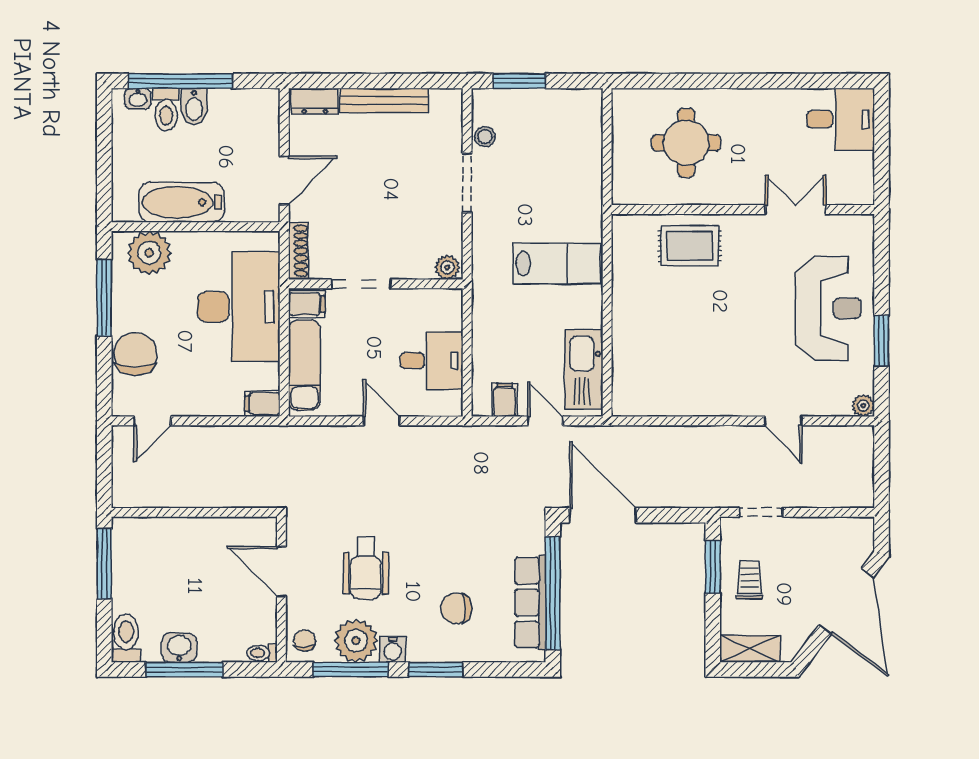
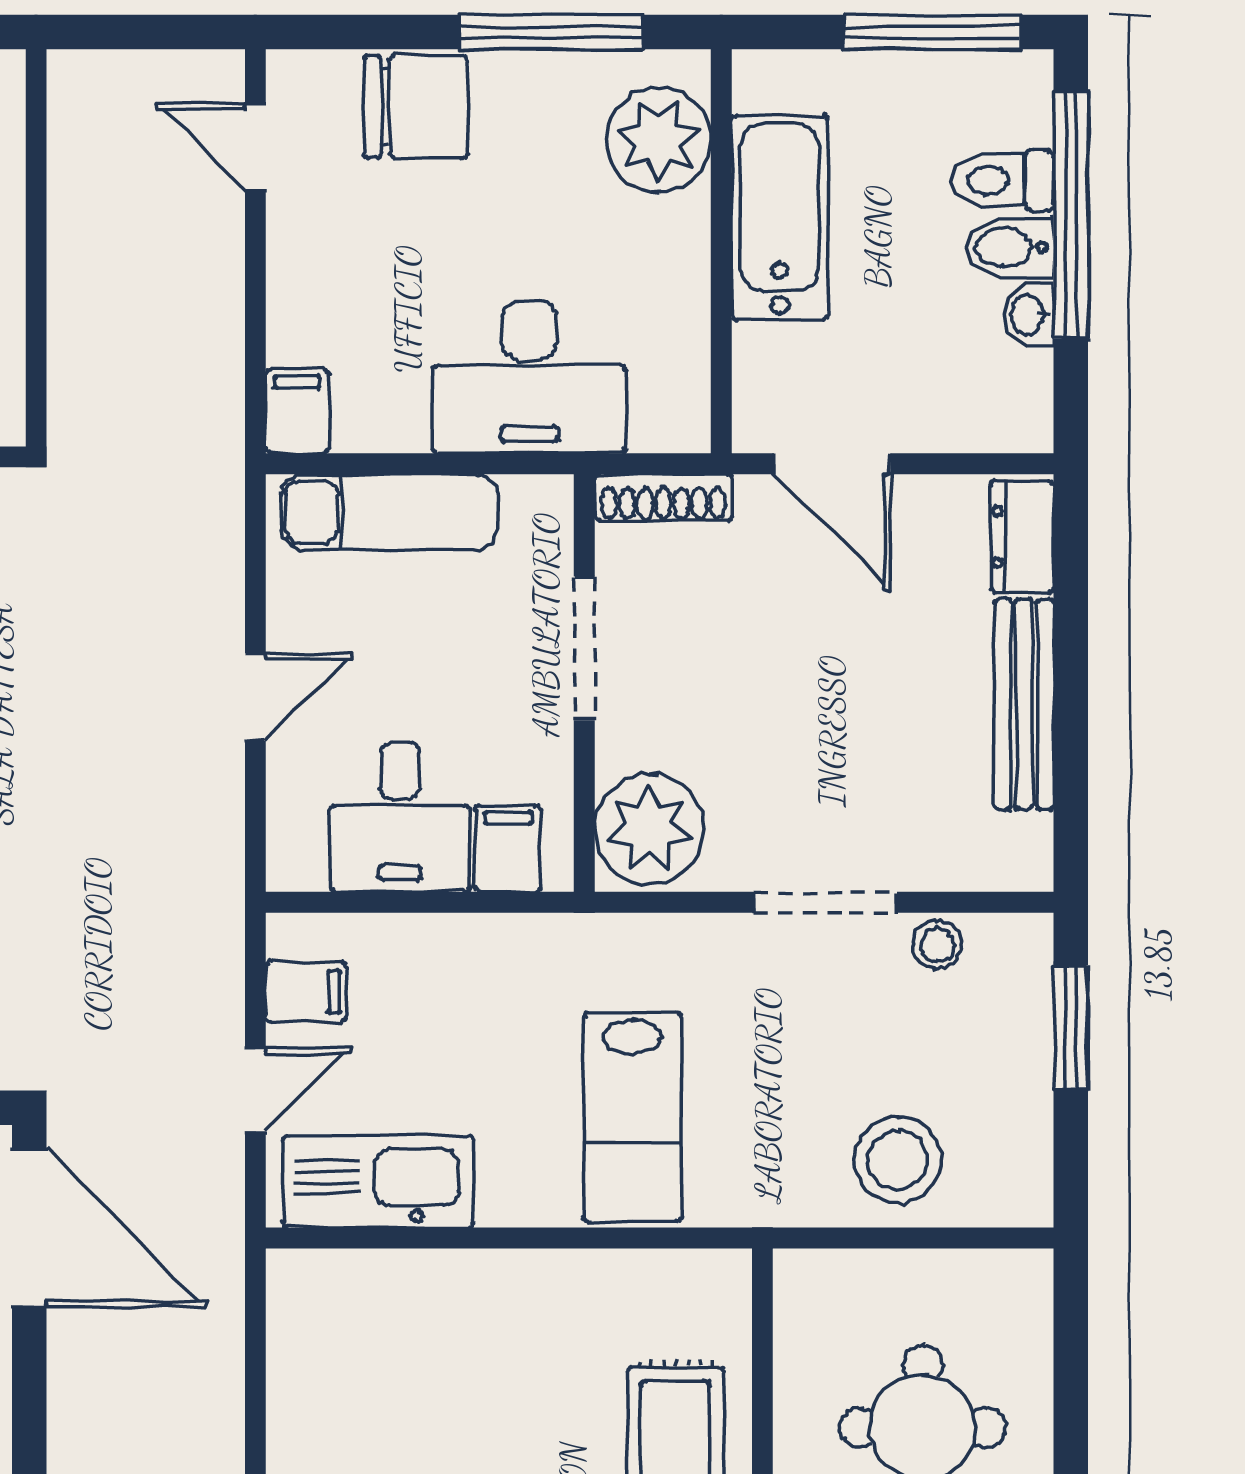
washbasin: (138, 99) -> (1028, 315), moved
window: (104, 139) -> (932, 32), added
stool: (575, 153) -> (898, 1160), added
plant: (447, 267) -> (649, 829), width x1.88, depth x1.88
filing cabinet: (307, 304) -> (508, 848), moved, turned 180
desk: (239, 307) -> (529, 378), width x0.73, depth x0.77
door: (603, 515) -> (29, 1228), hinge flipped

